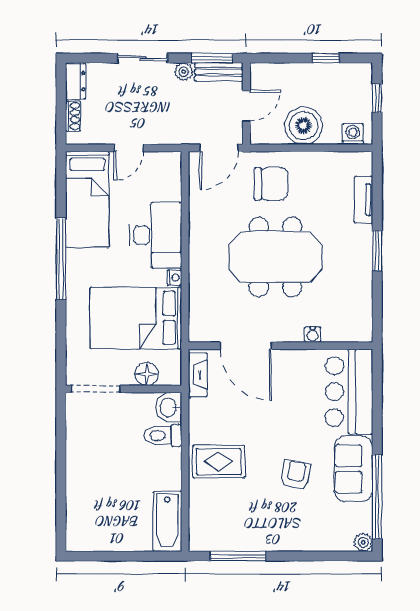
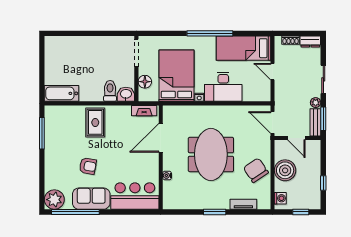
chair: (271, 184) -> (256, 170), moved, turned 146
plant: (363, 542) -> (54, 200), width x1.87, depth x1.87

